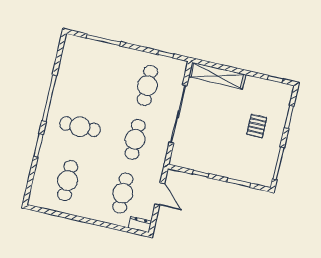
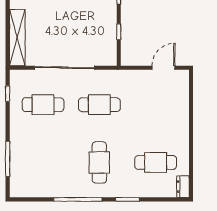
cafe table: (123, 193) -> (156, 105), removed
door: (160, 194) -> (164, 68), moved
dresser: (140, 225) -> (183, 187), moved

